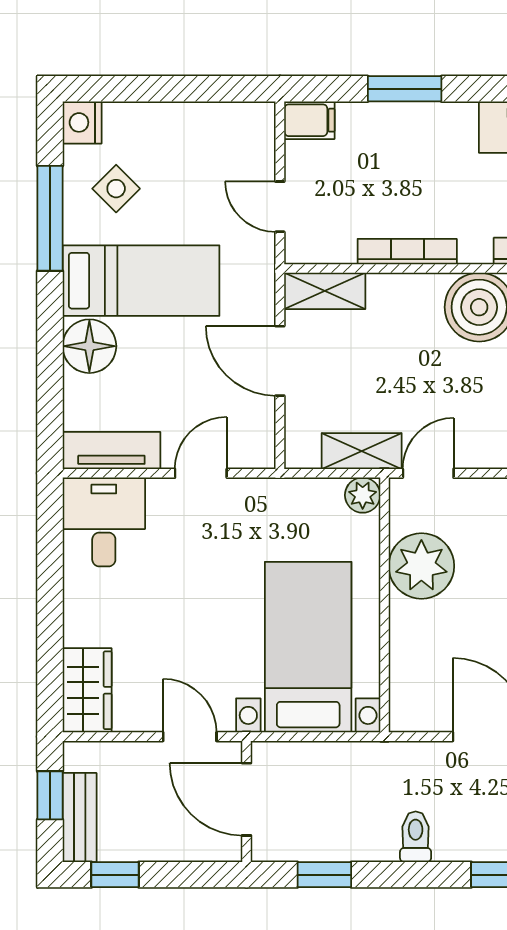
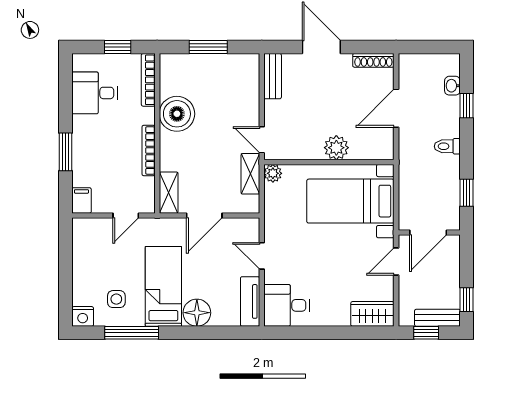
side table: (116, 189) -> (116, 299), turned 45
plant: (421, 566) -> (336, 148), moved, width x0.73, depth x0.73

